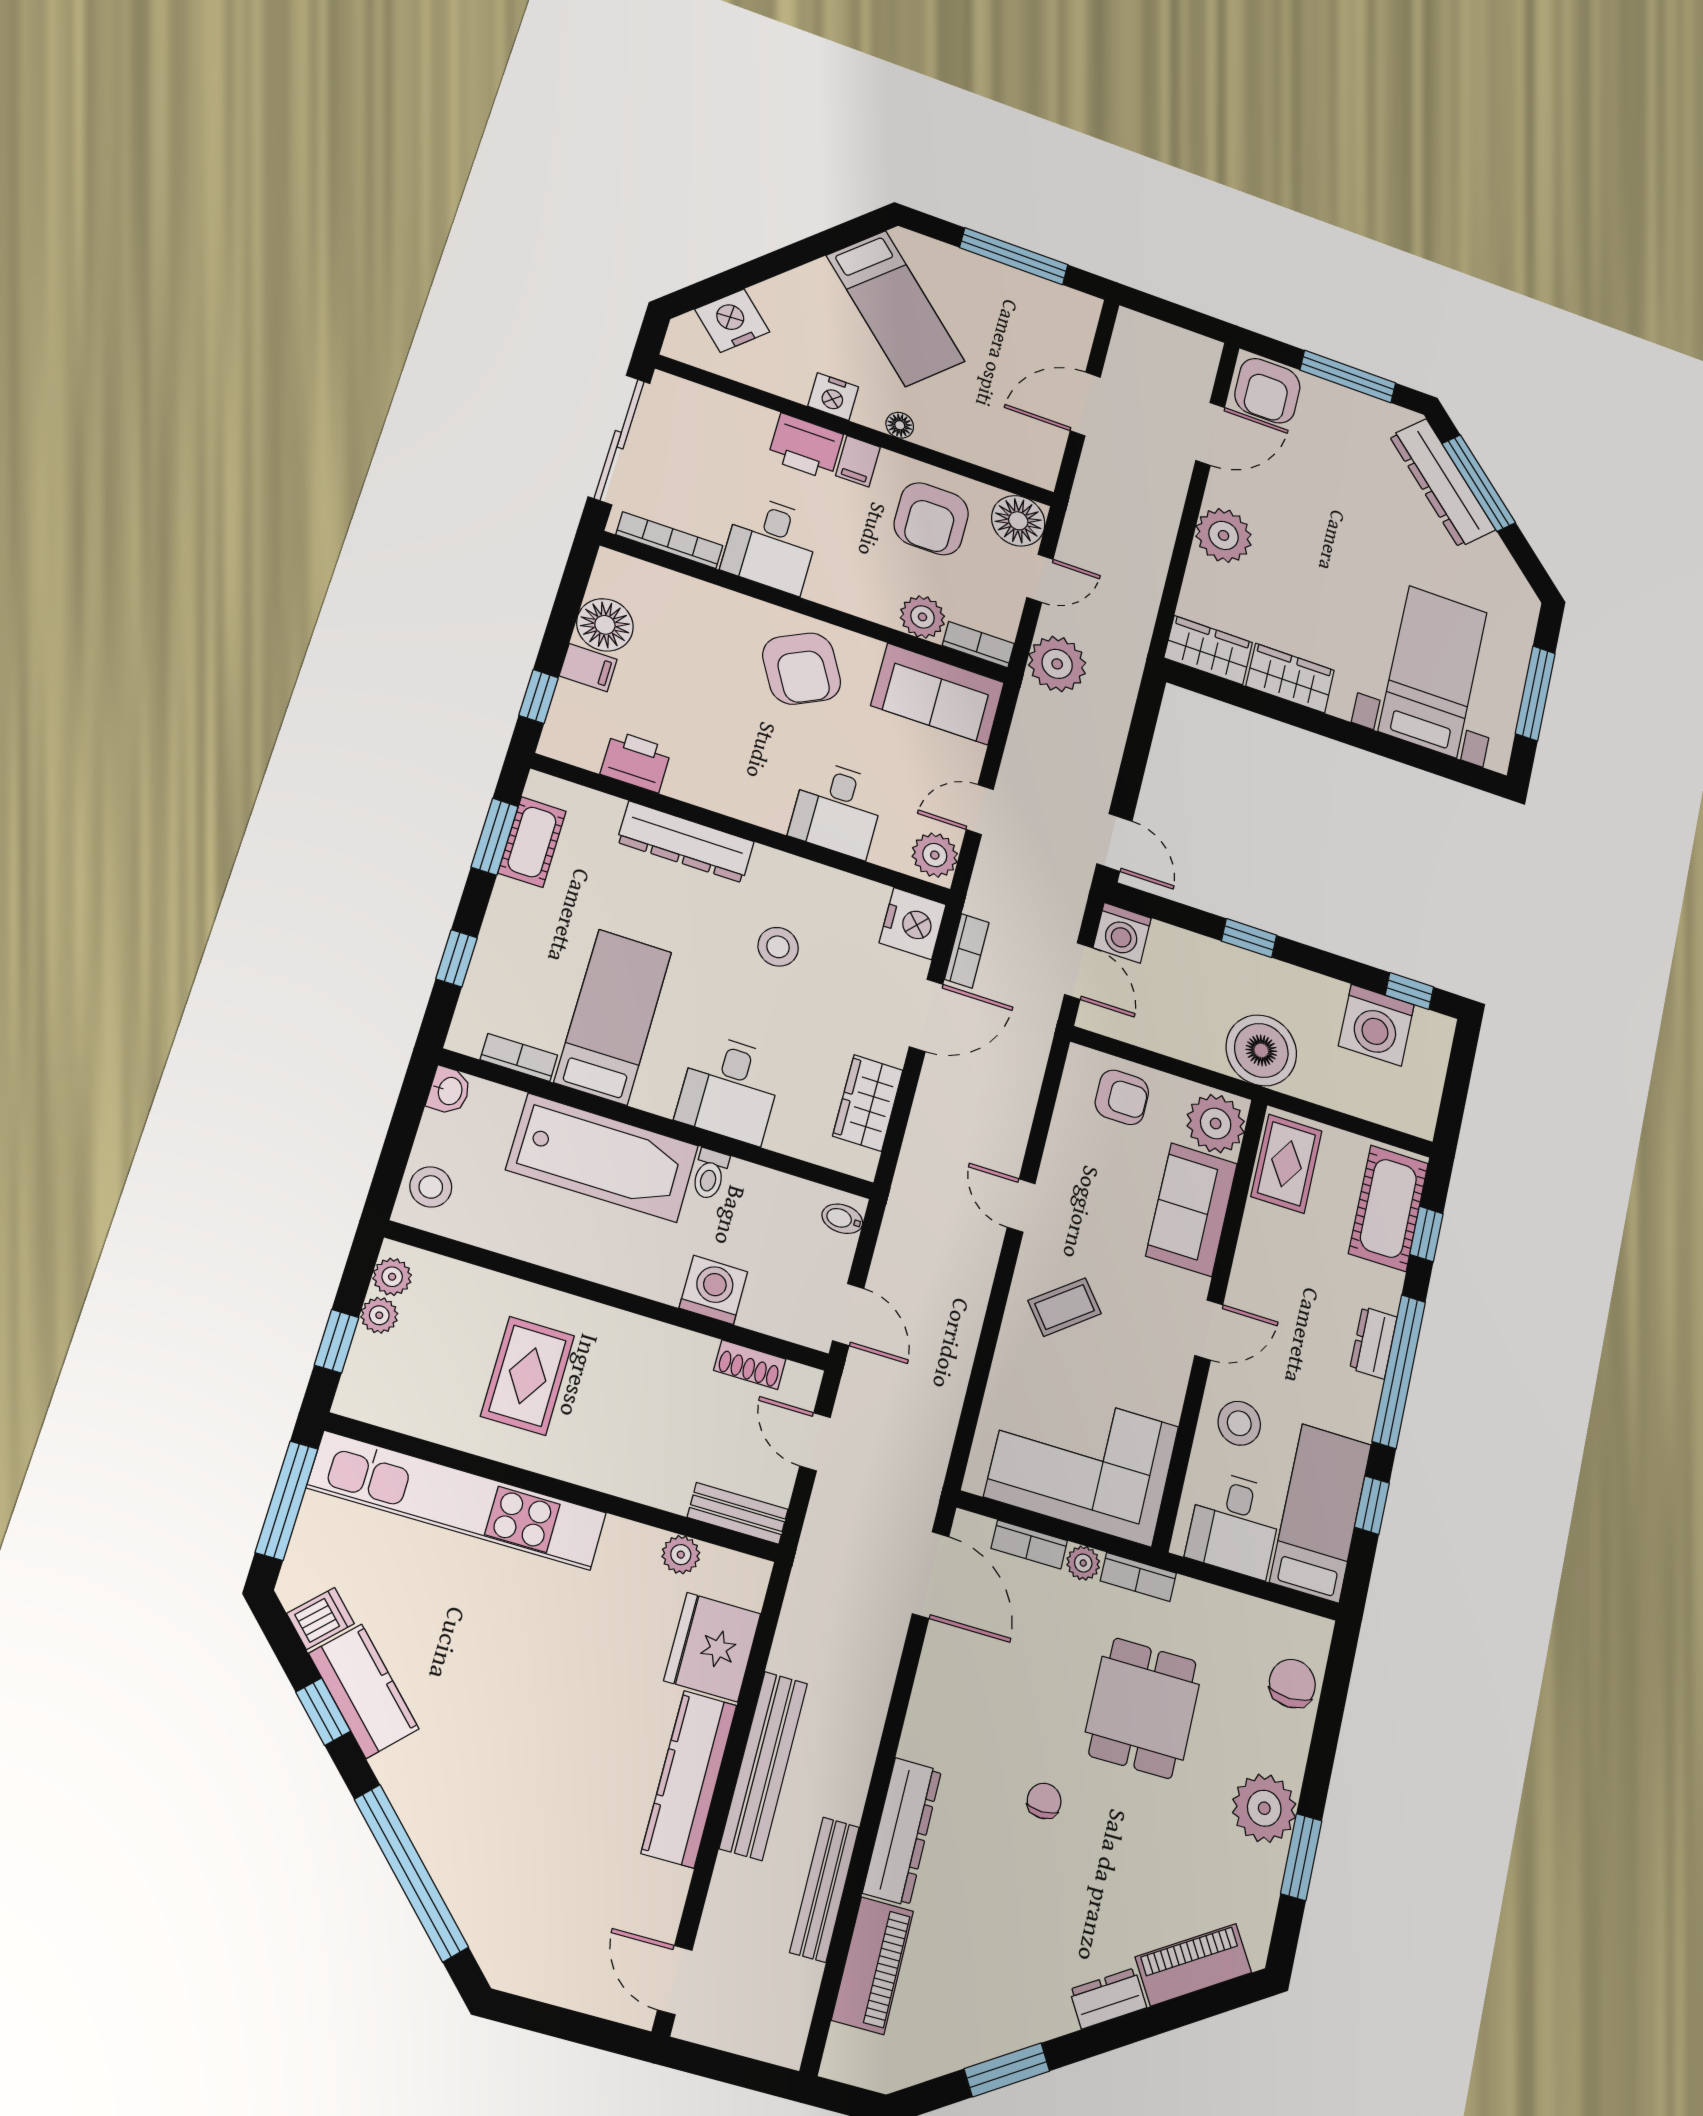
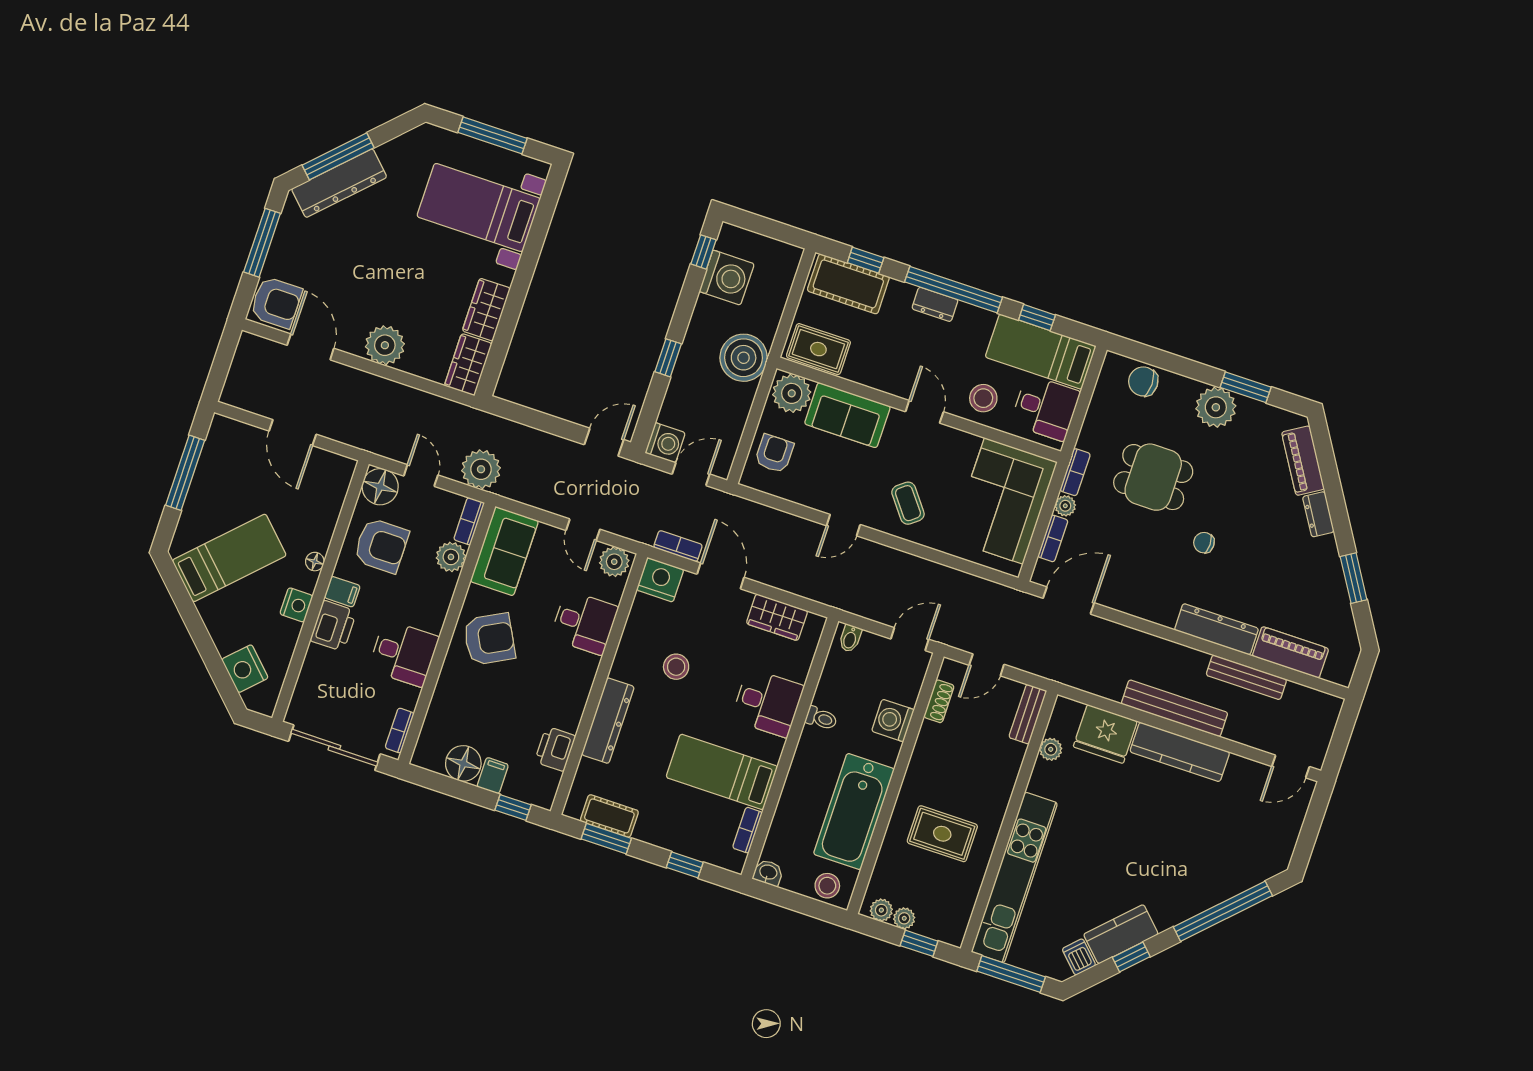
bookcase: (669, 540) -> (400, 730), width x0.64
bathtub: (602, 1158) -> (854, 812), moved, turned 180

